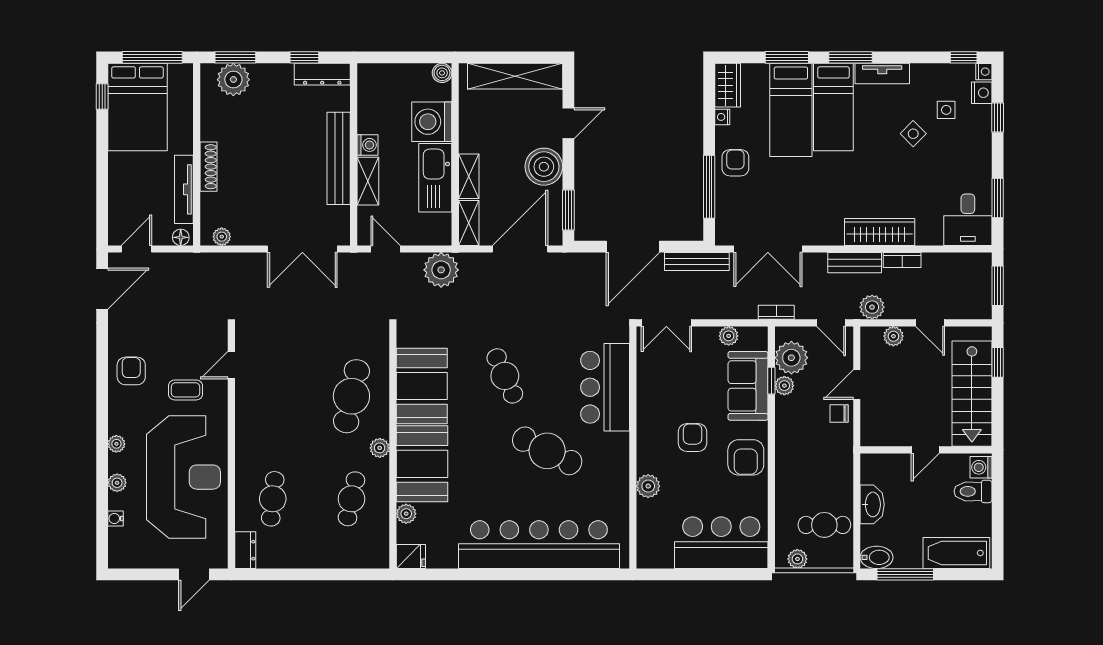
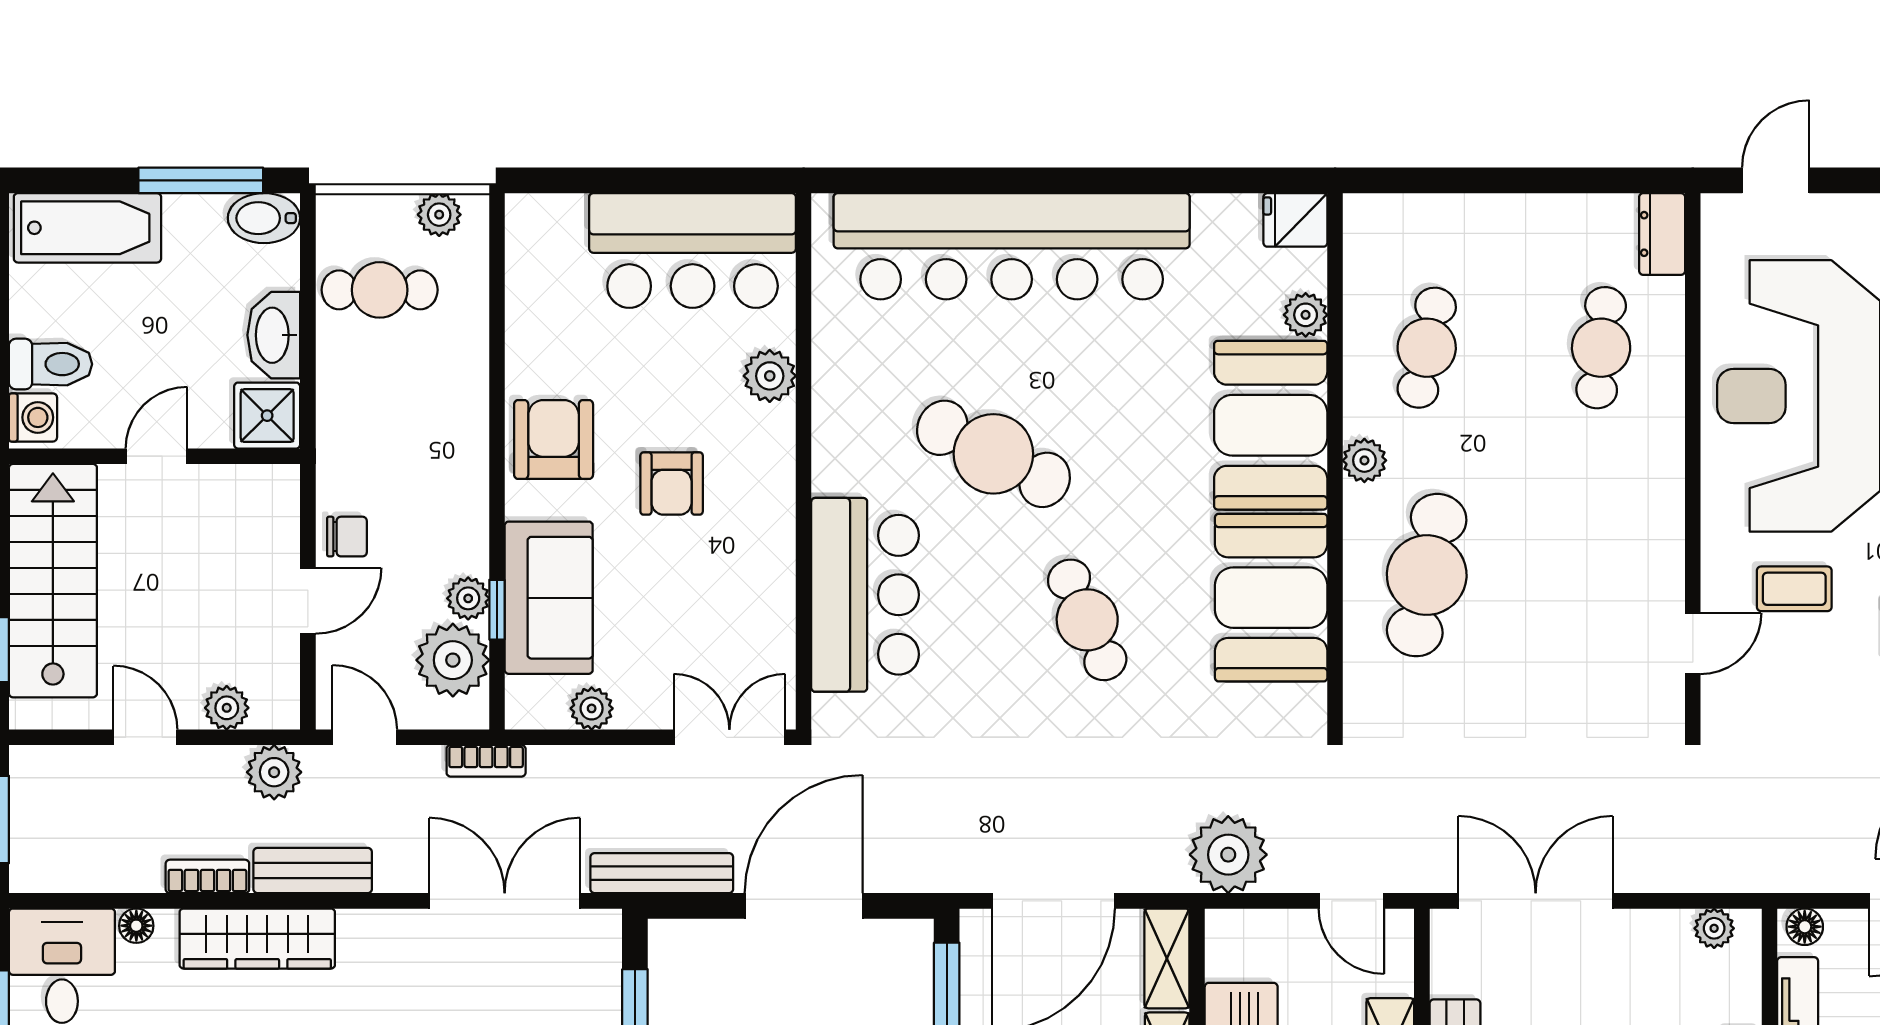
floor lamp: (934, 238) -> (136, 926), added
shower: (875, 468) -> (267, 416), added
bar counter: (721, 543) -> (693, 250), moved

